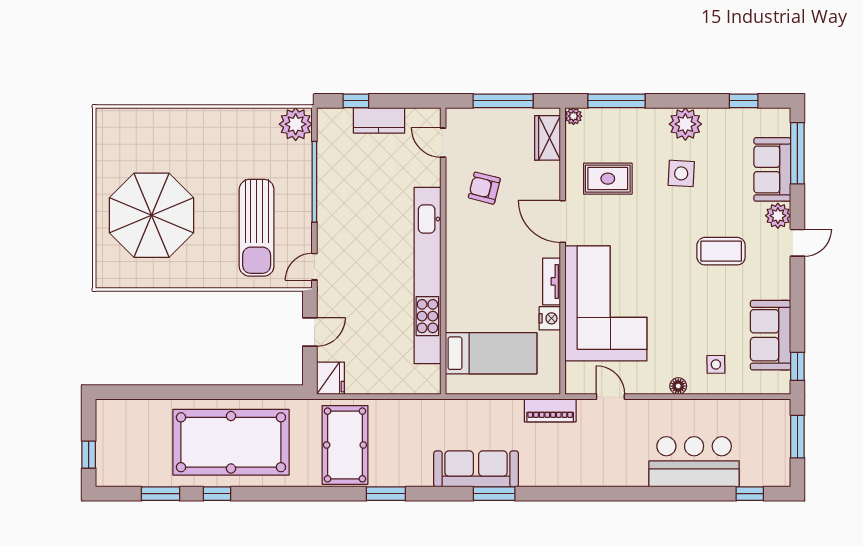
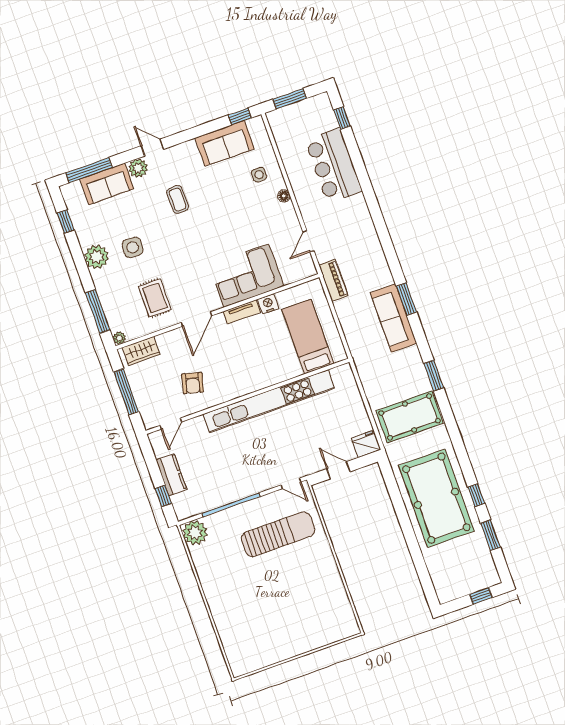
parasol: (151, 215) -> (296, 612), removed
coffee table: (721, 251) -> (178, 200), width x0.73, depth x0.77
corner sofa: (606, 303) -> (246, 276), width x0.73, depth x0.74

